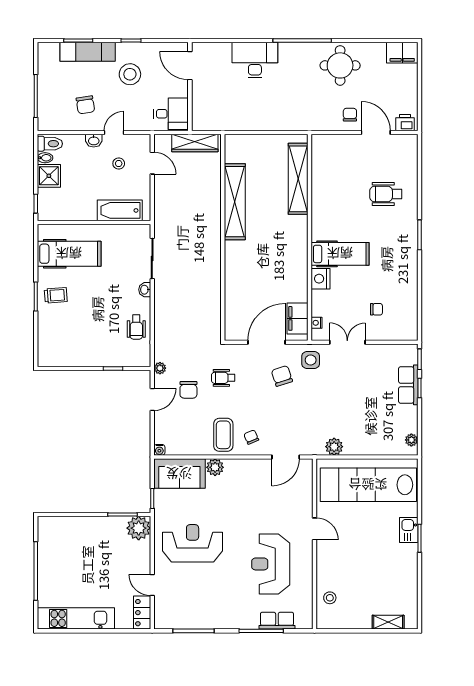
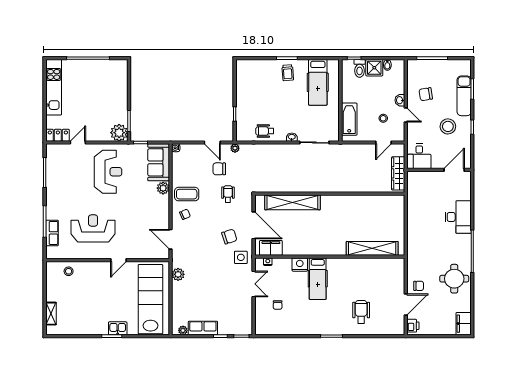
toilet: (50, 144) -> (360, 68), moved
shelving: (235, 202) -> (292, 202), moved
row of seats: (408, 385) -> (203, 328), moved

